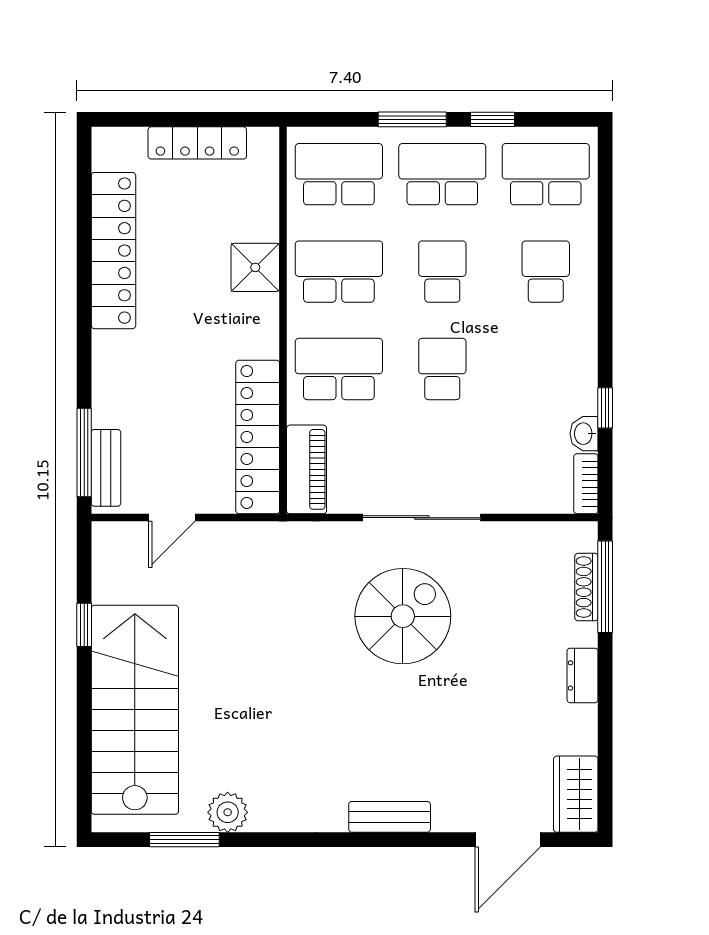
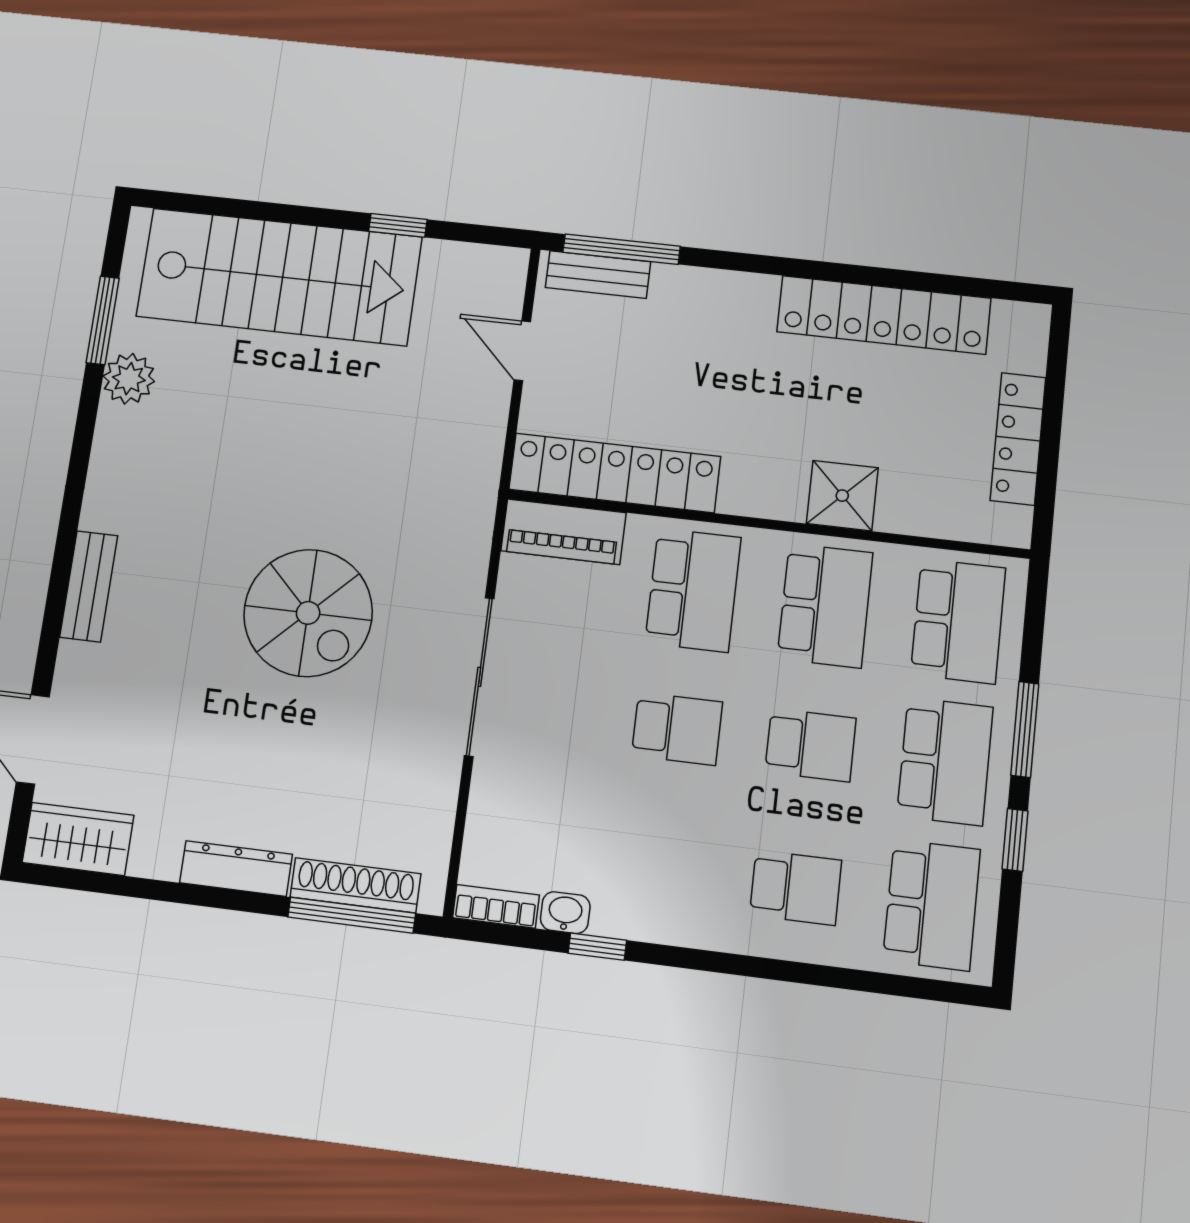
shoe rack: (586, 587) -> (355, 885), width x1.36, depth x1.24
spiral stairs: (403, 616) -> (308, 613), moved
dresser: (583, 675) -> (236, 868), width x1.44

